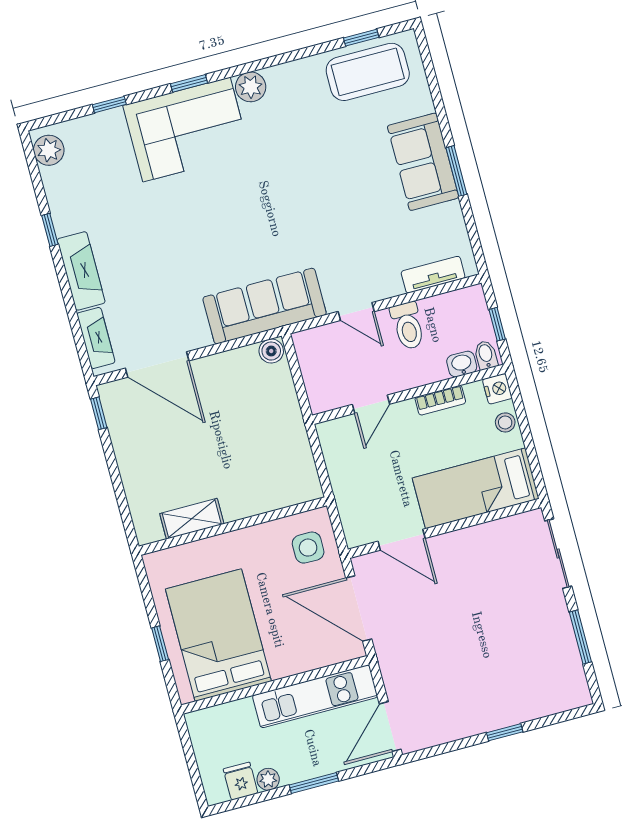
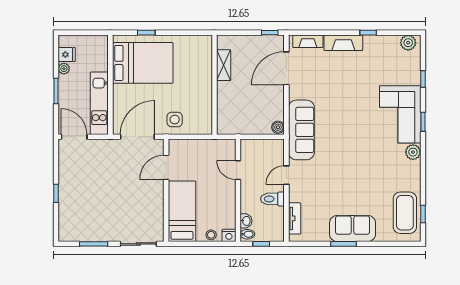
bookcase: (440, 400) -> (231, 205), removed
shelving: (192, 519) -> (224, 65), moved
wall: (233, 526) -> (215, 85), moved

